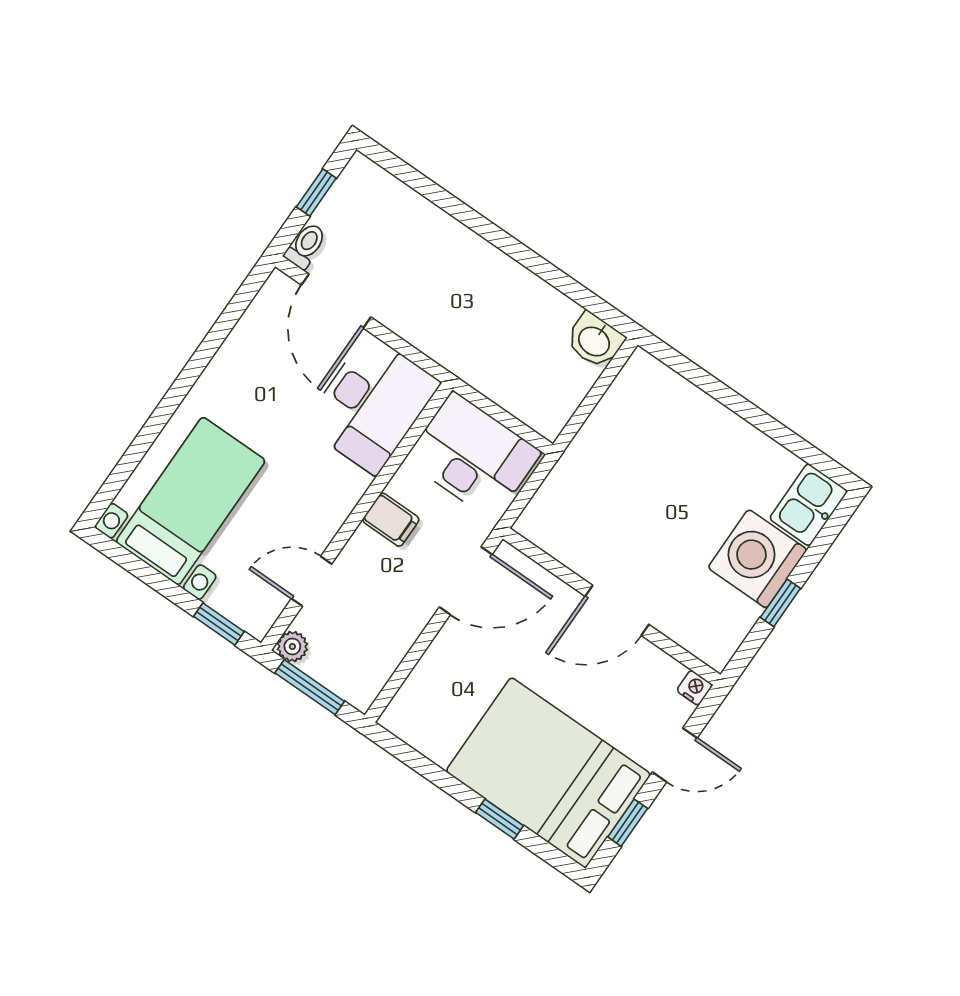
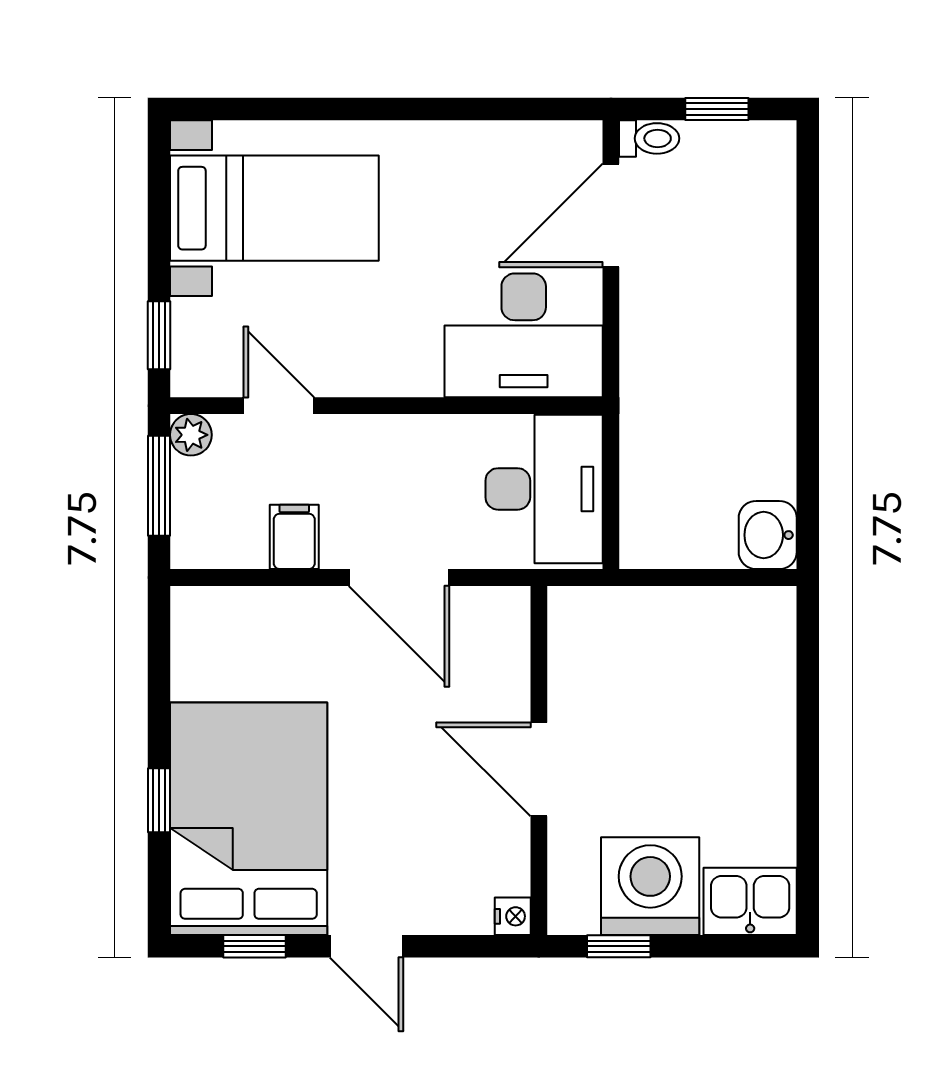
filing cabinet: (391, 520) -> (294, 537), moved, turned 180
wall: (612, 607) -> (539, 761), moved
door: (617, 610) -> (539, 769), moved
nightstand: (695, 688) -> (513, 916), moved

